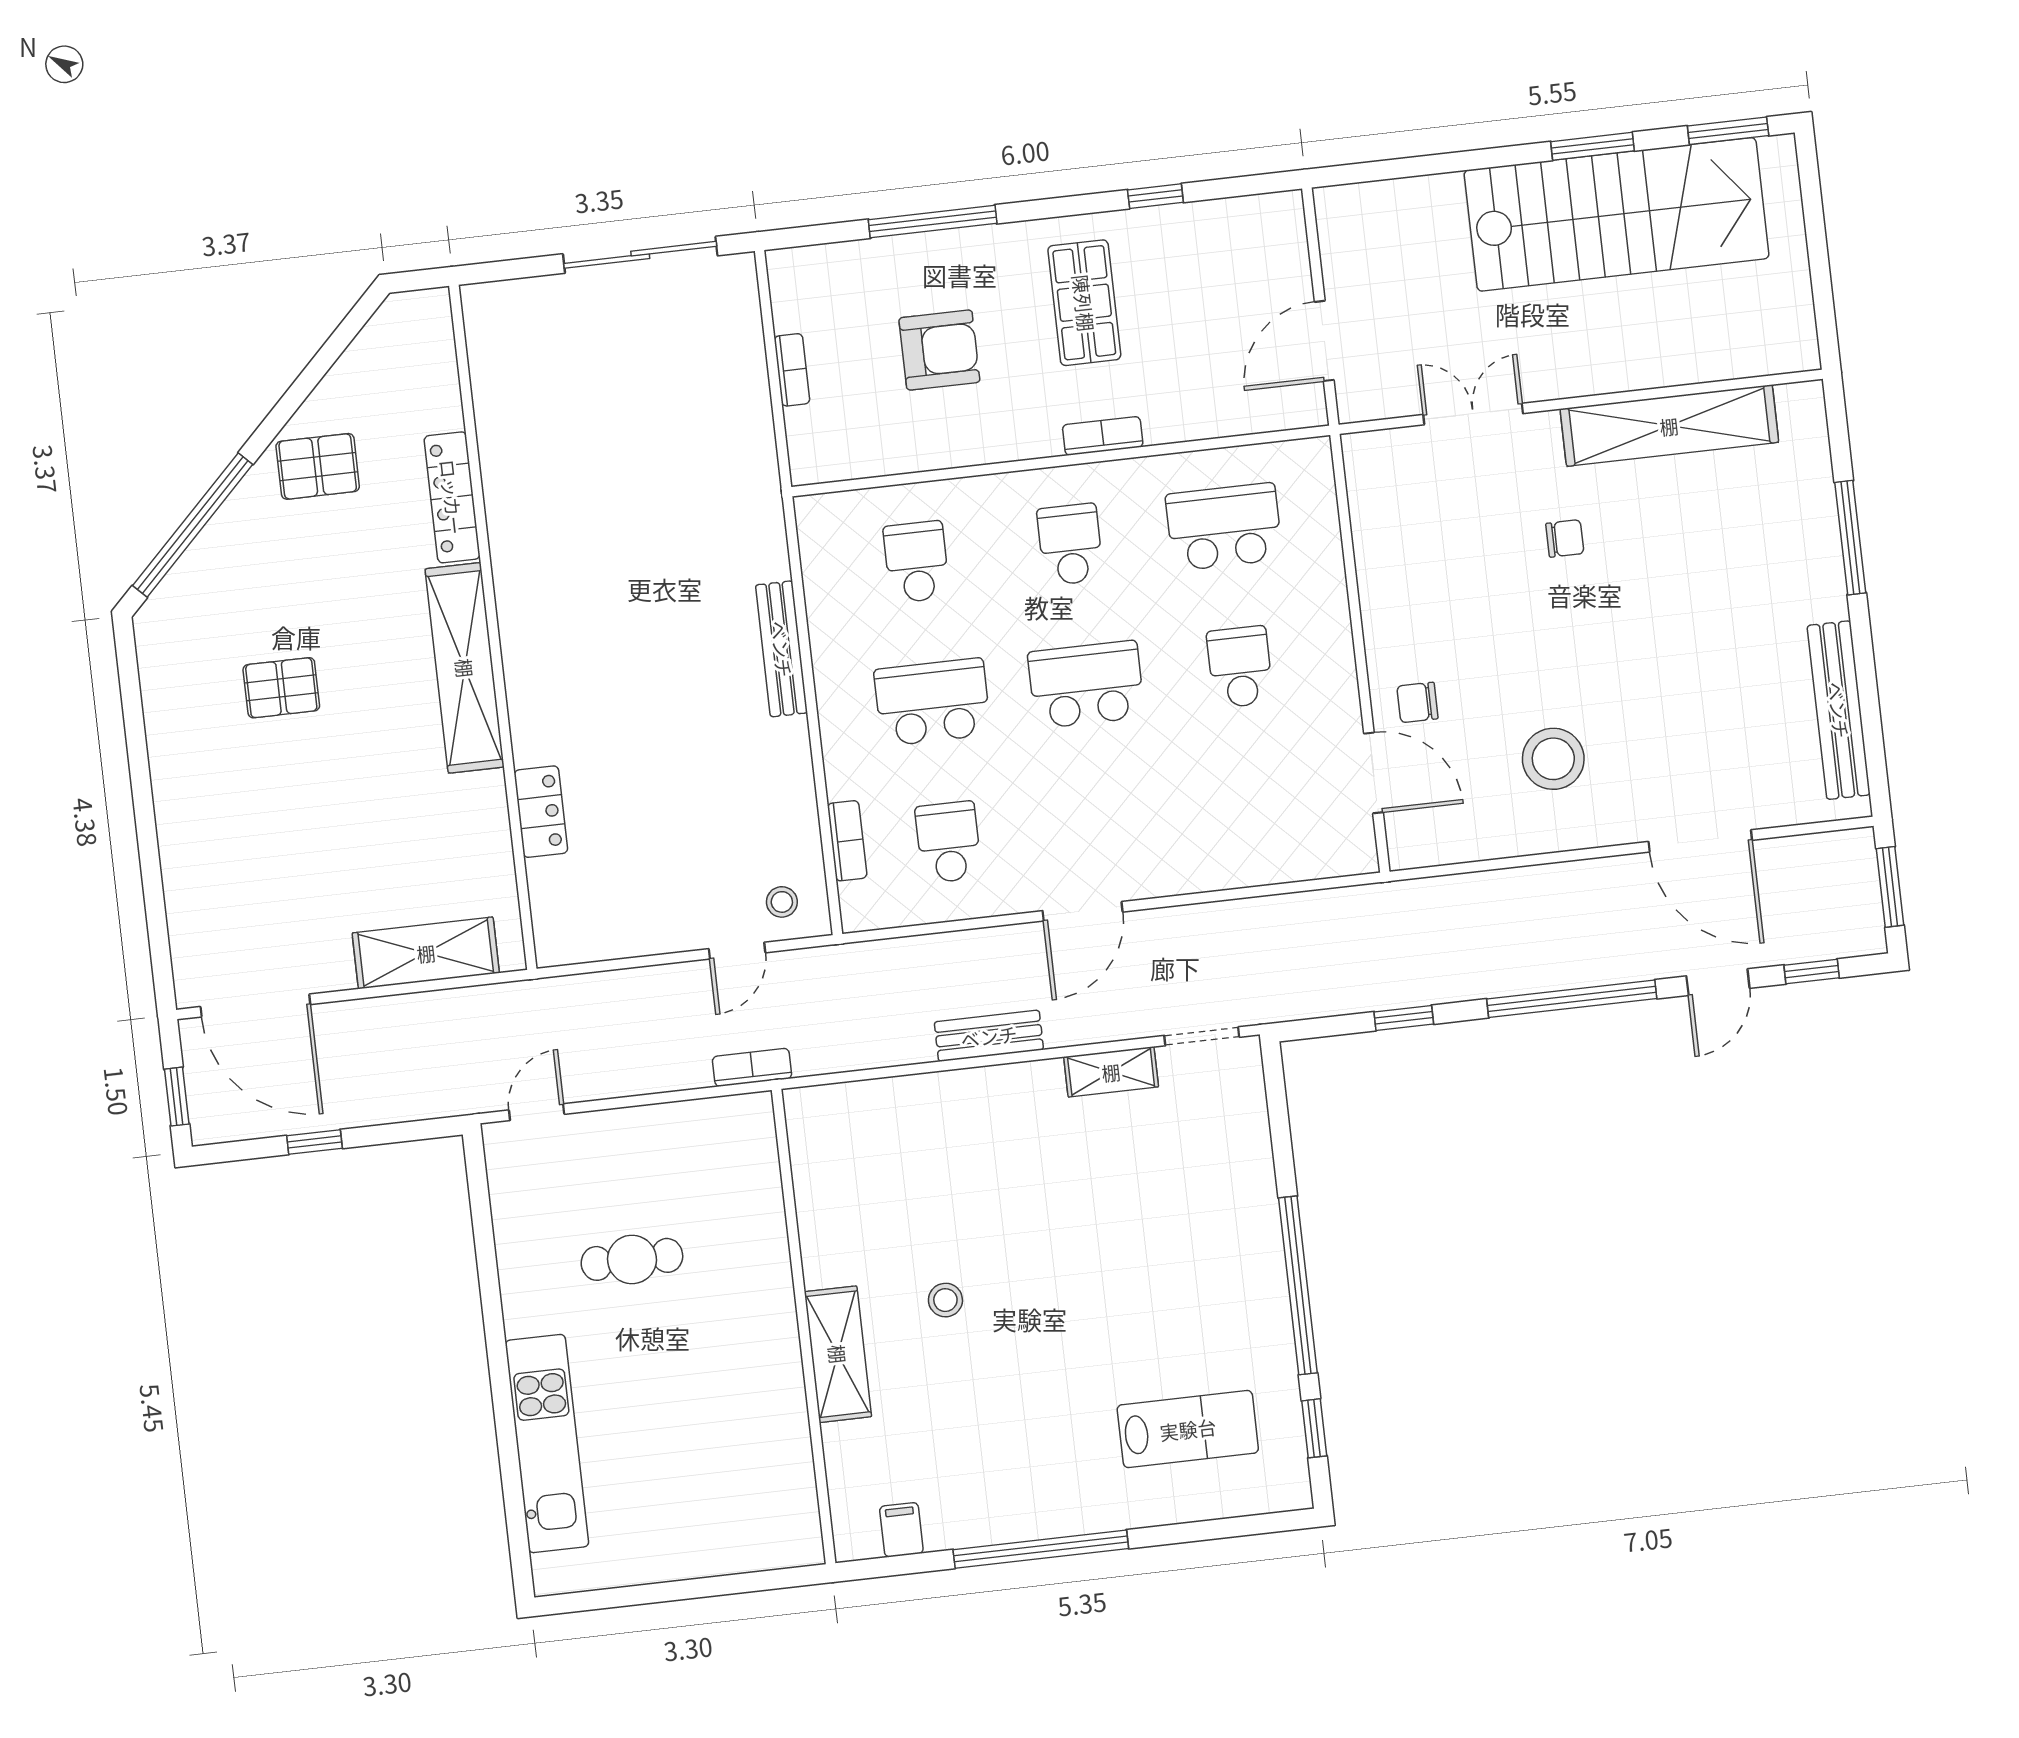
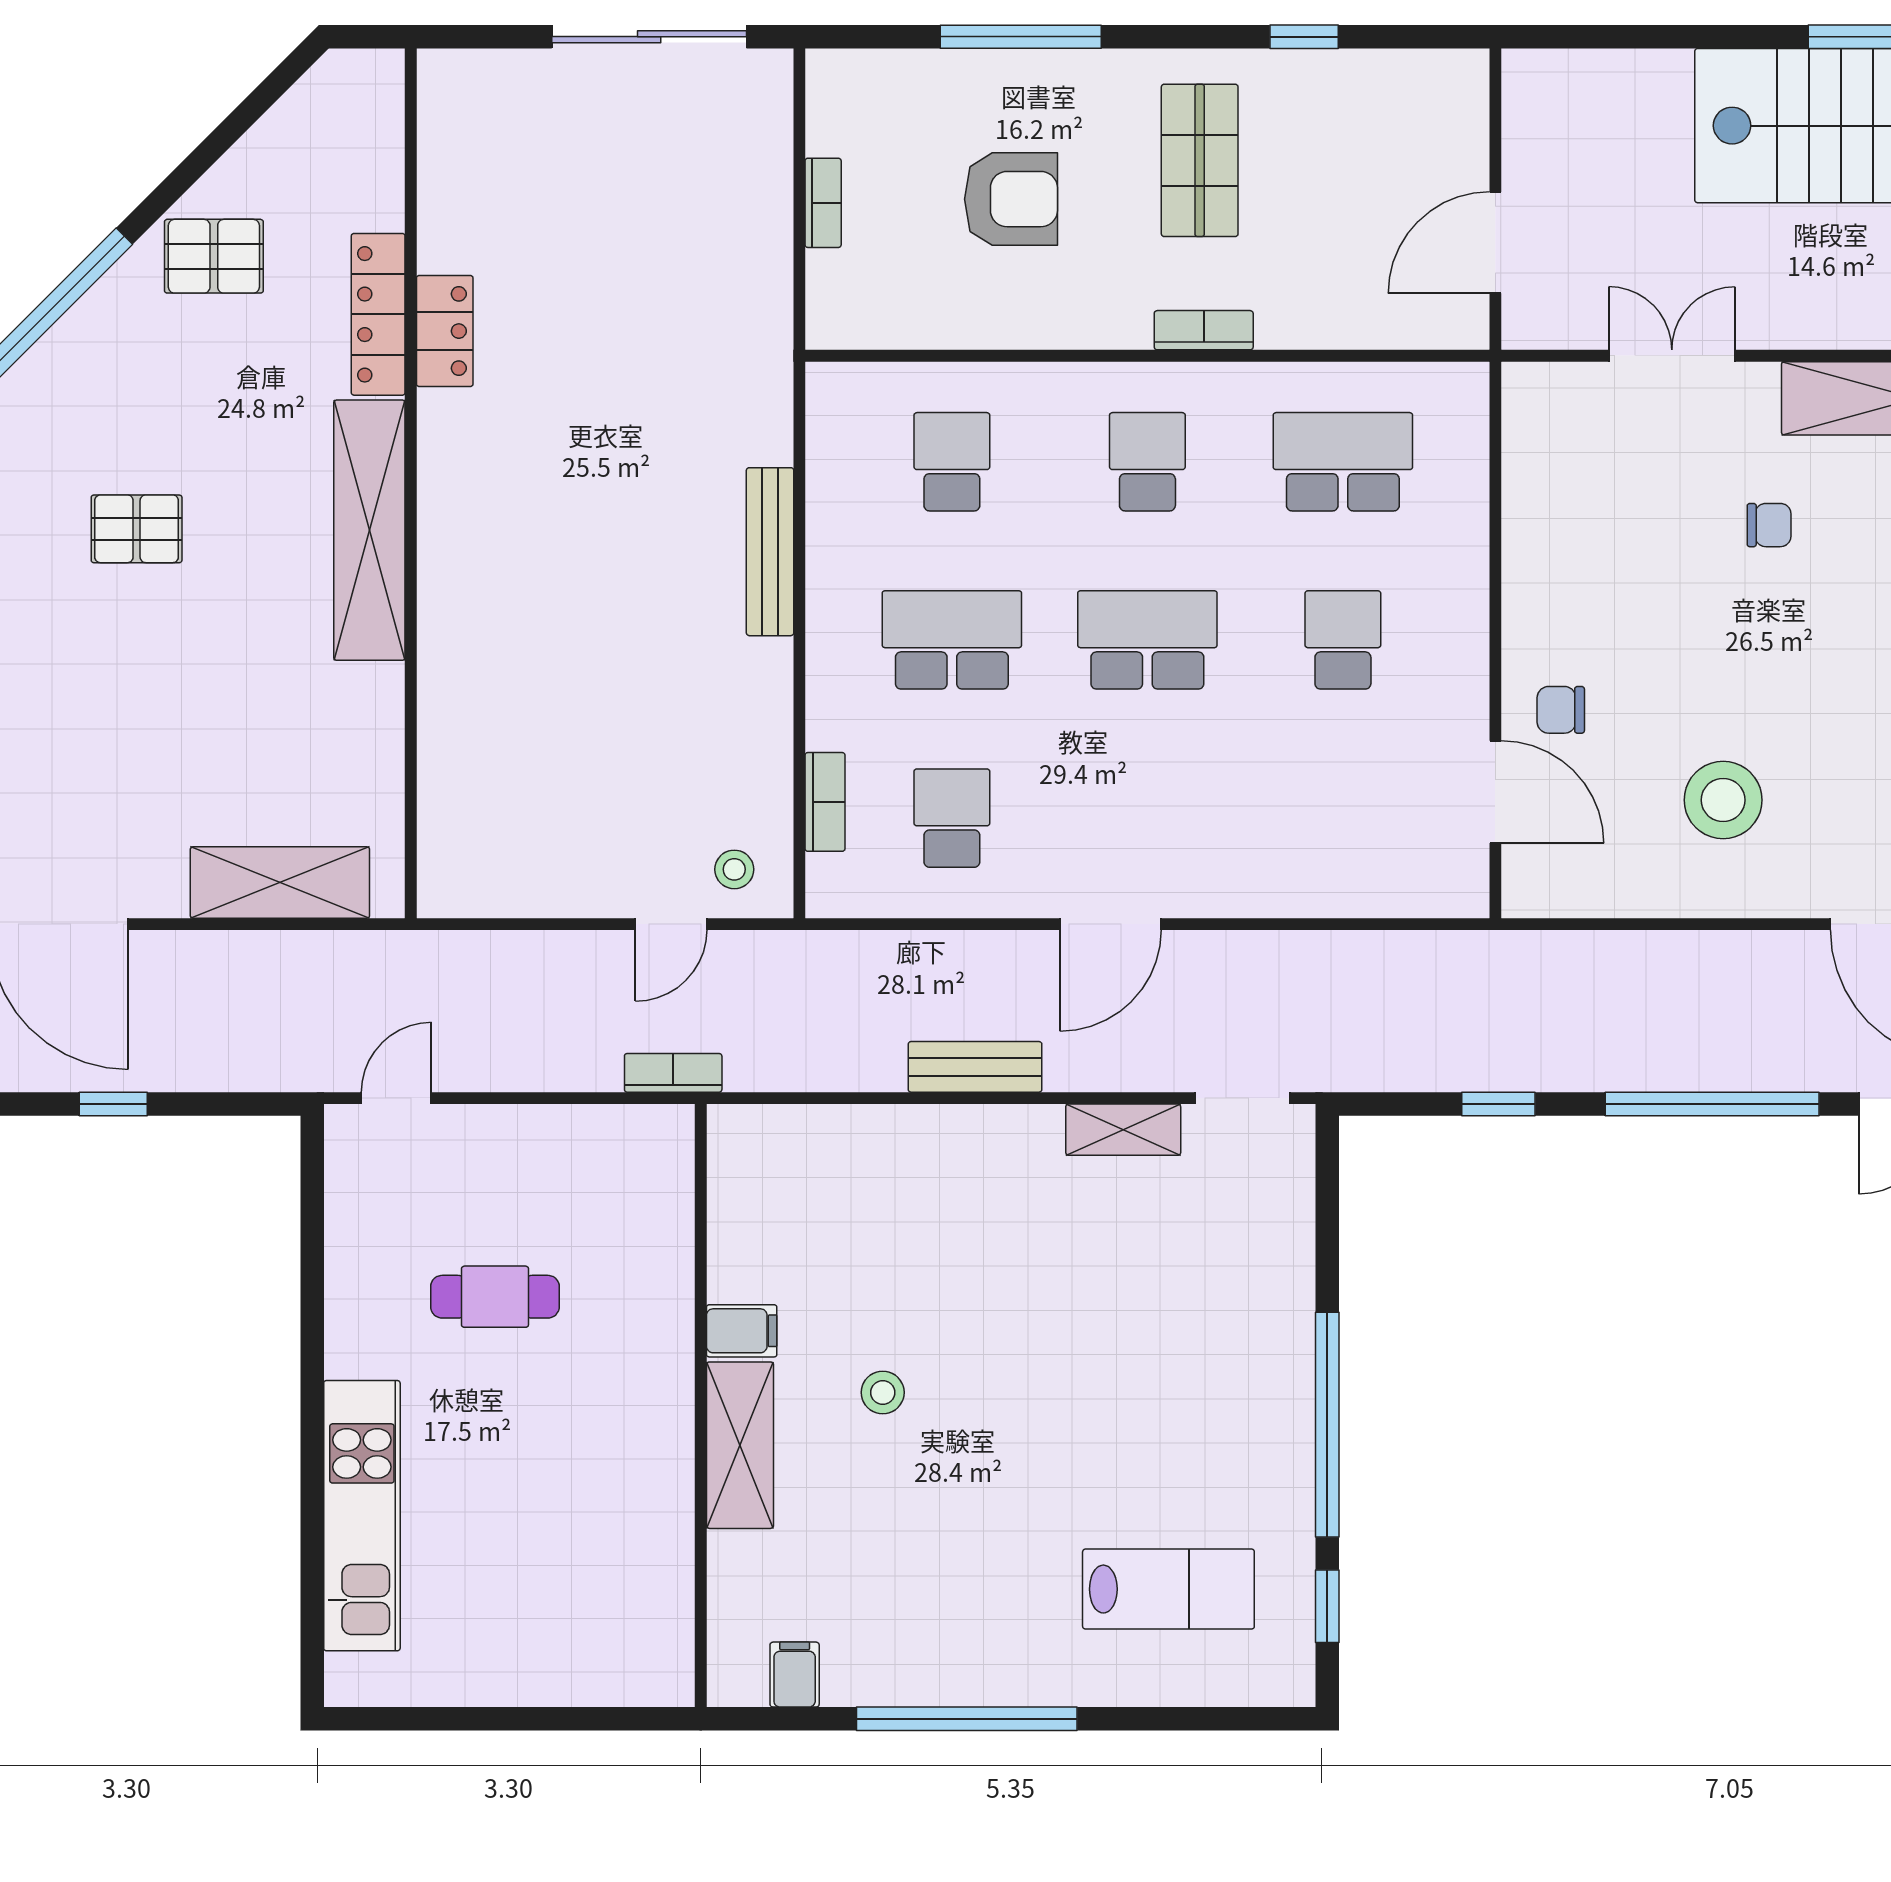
locker: (541, 812) -> (445, 331), moved
filing cabinet: (829, 1264) -> (742, 1331), added

